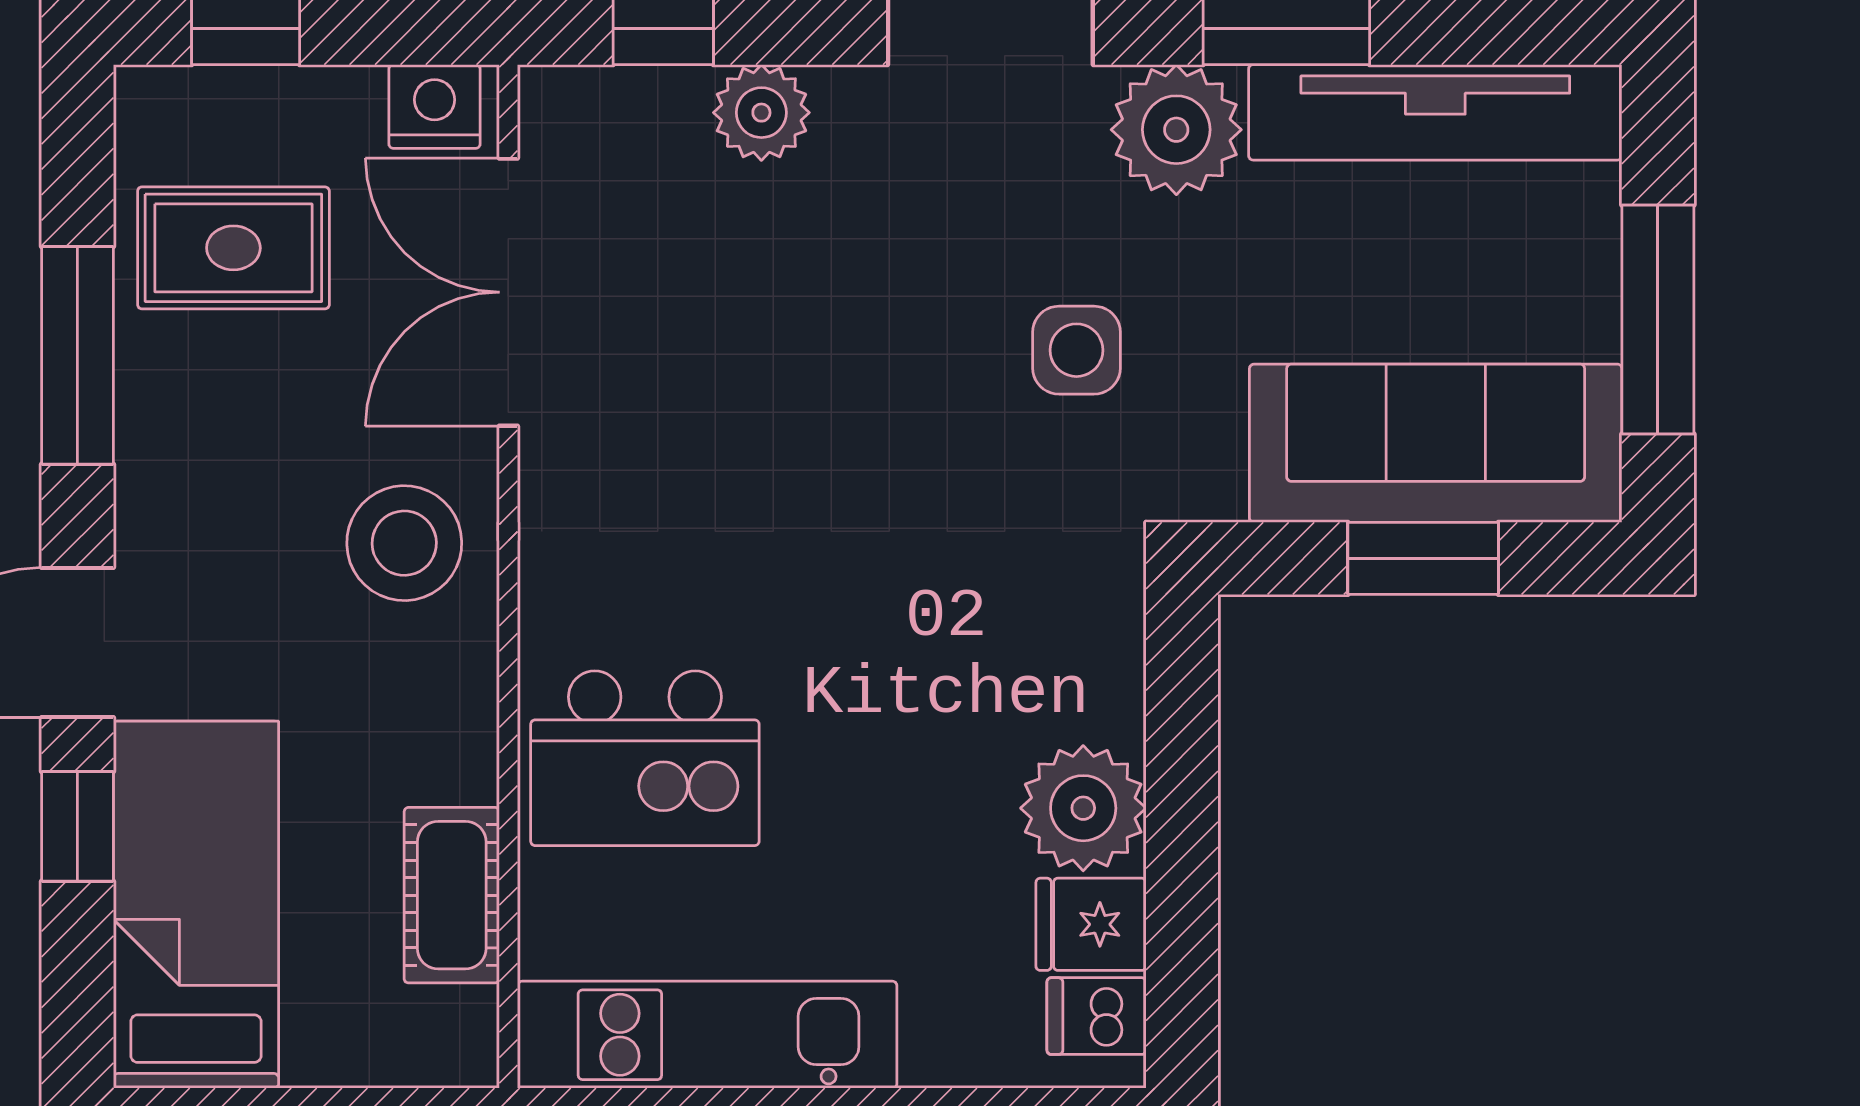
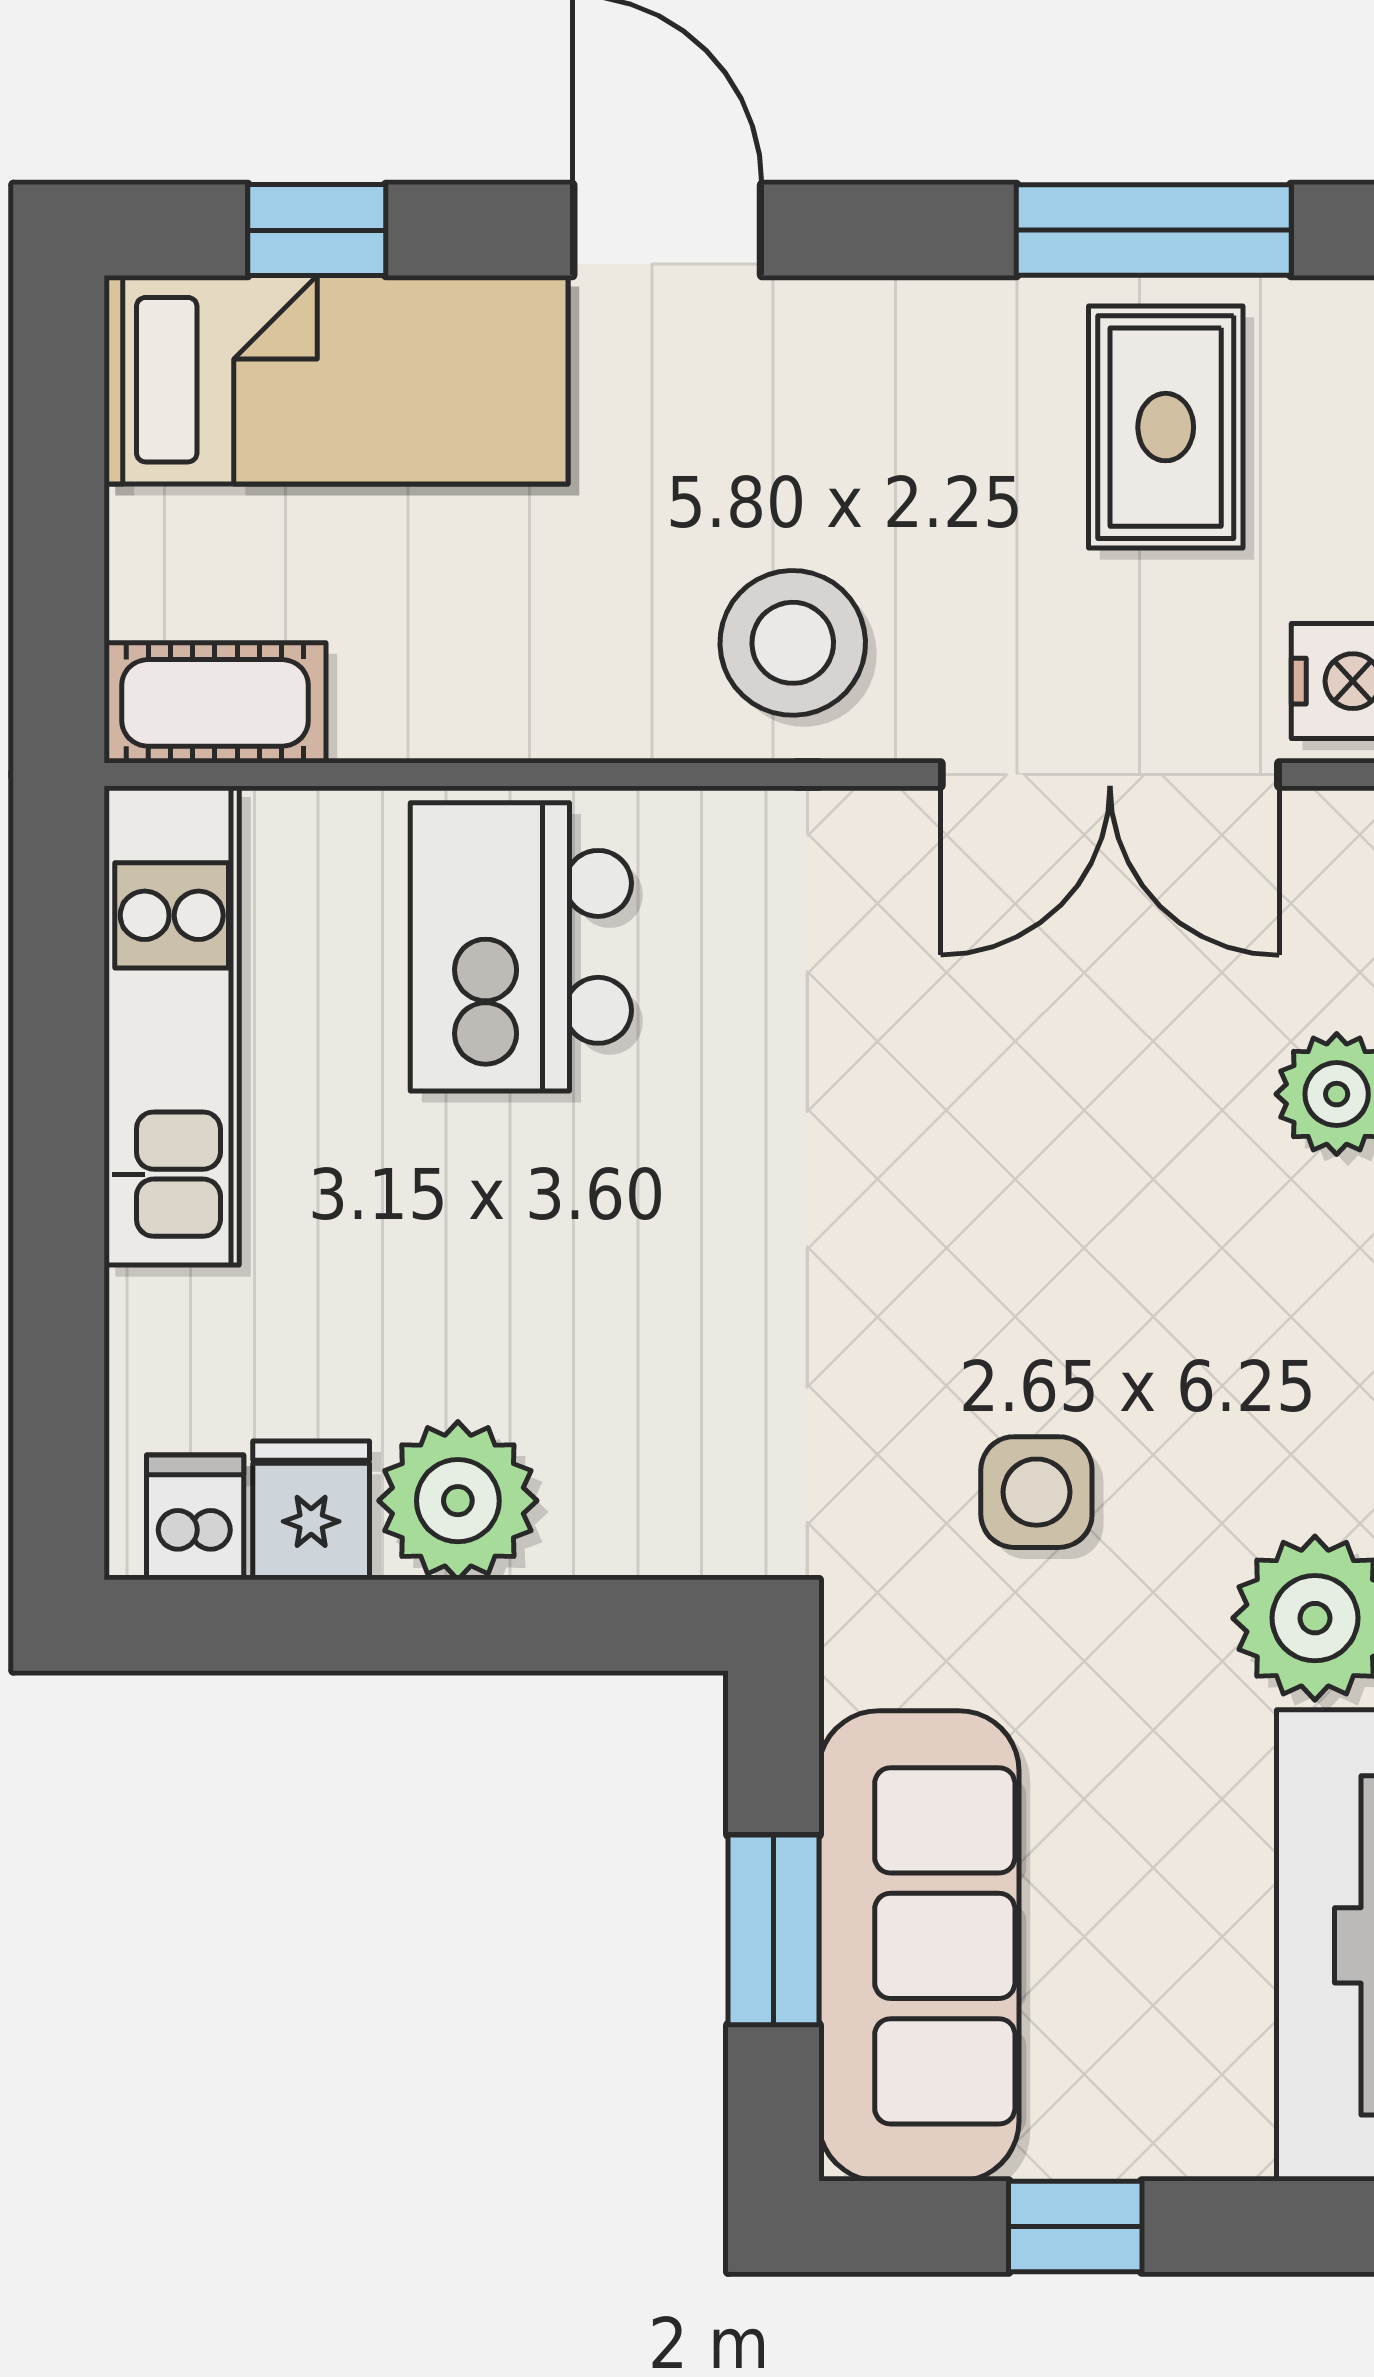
double door: (508, 292) -> (1110, 775), swing flipped
window: (1658, 320) -> (1075, 2227), width x0.46
window: (77, 355) -> (1154, 230), moved
window: (77, 826) -> (317, 230), moved
cot: (452, 895) -> (215, 703), moved

